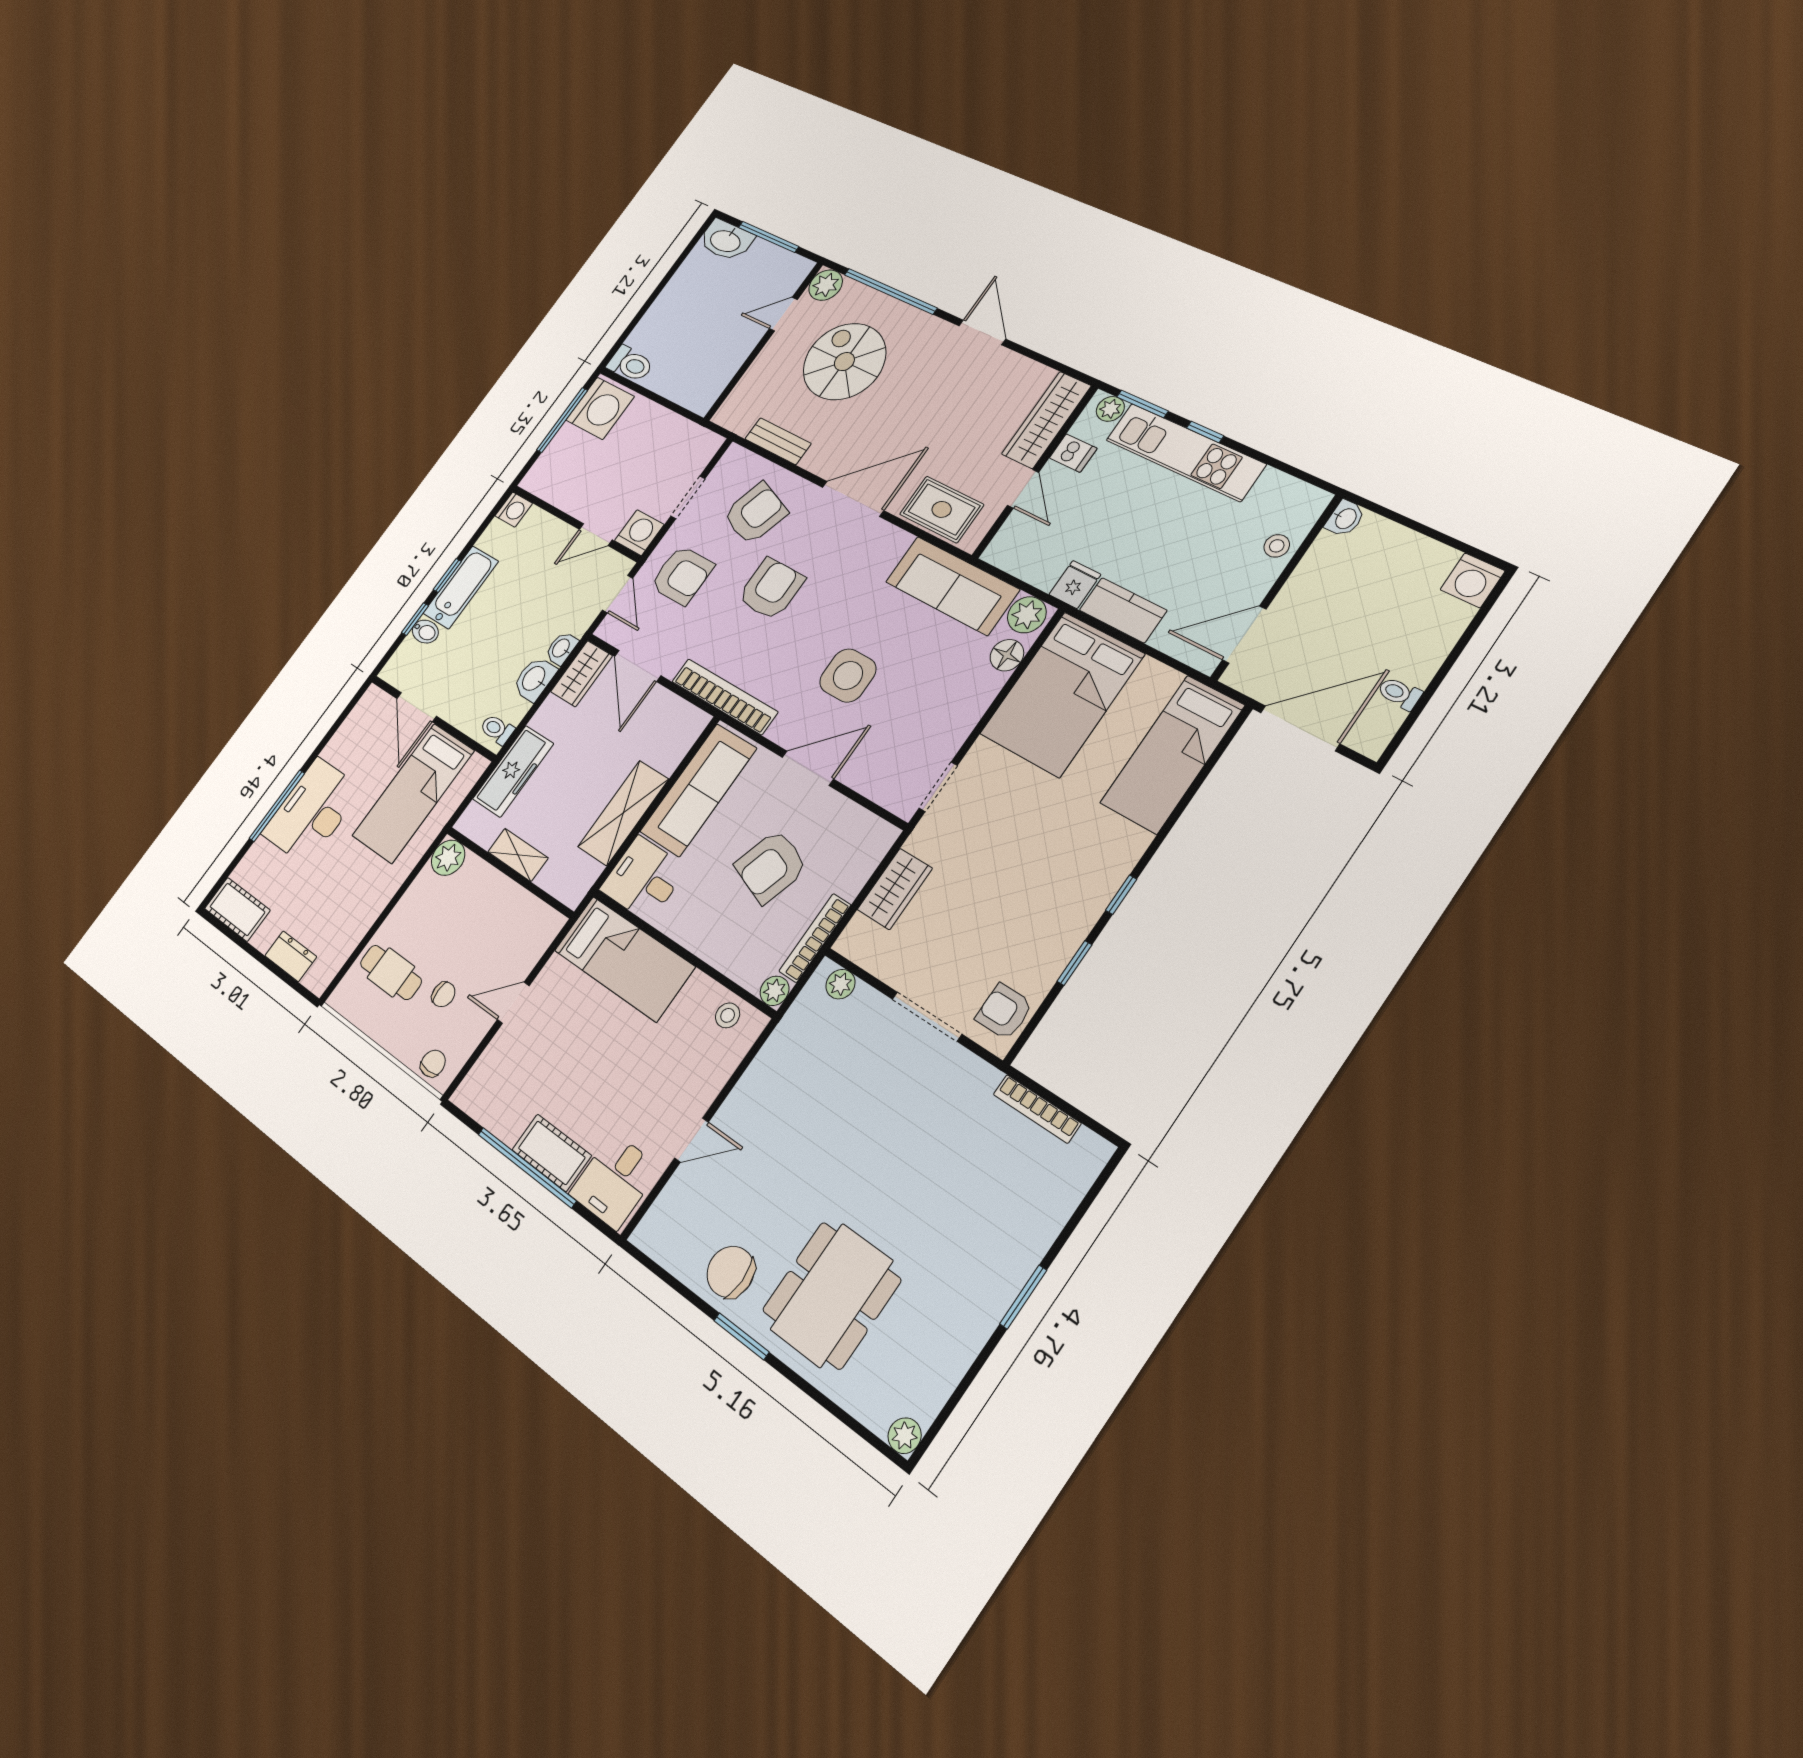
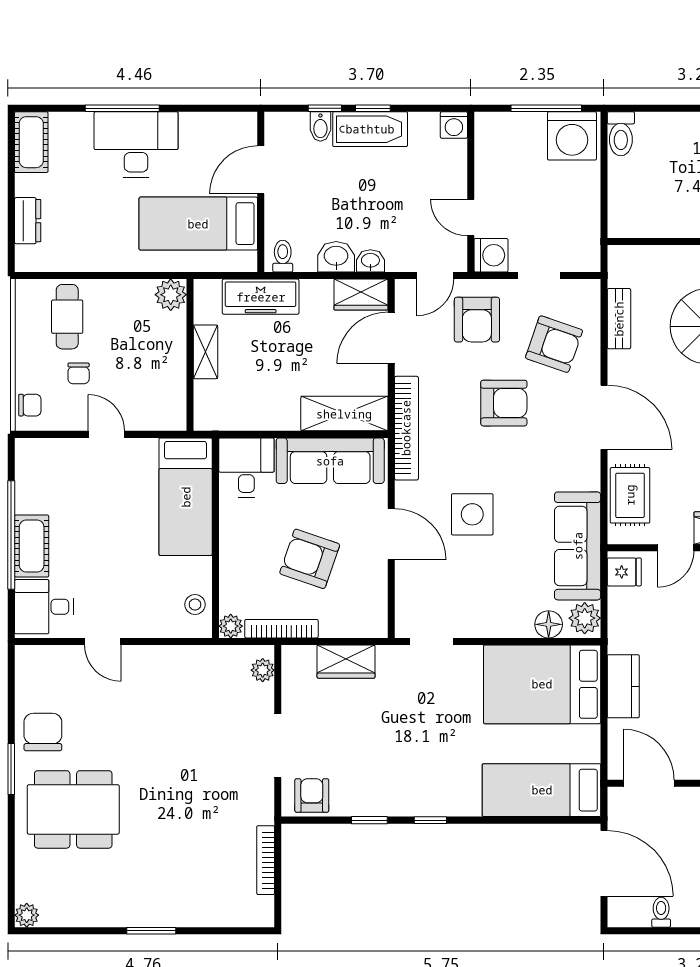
fridge: (1075, 585) -> (624, 572), moved
shelving: (623, 813) -> (344, 414), moved

